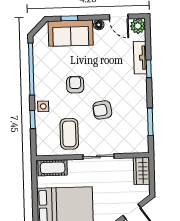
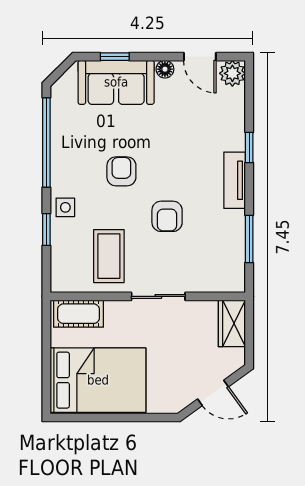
tv unit: (140, 58) -> (235, 180), moved
armchair: (102, 110) -> (167, 216), turned -82

